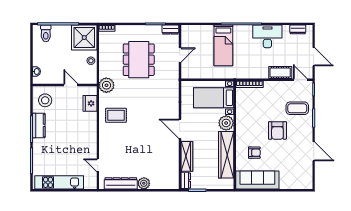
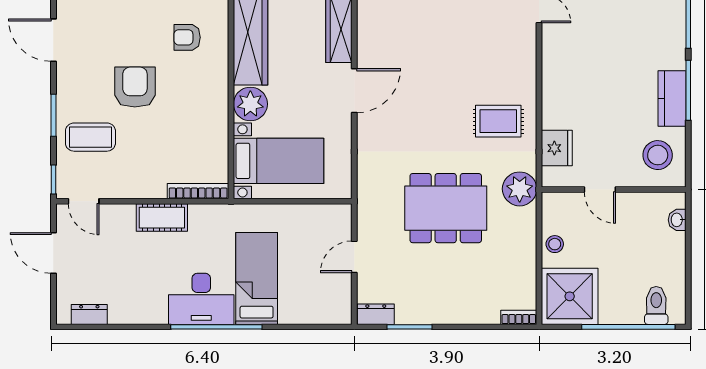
desk: (267, 36) -> (201, 299), moved
dining table: (139, 60) -> (446, 208), moved, turned 90
cot: (280, 73) -> (162, 218), moved
door: (180, 129) -> (354, 91), hinge flipped

